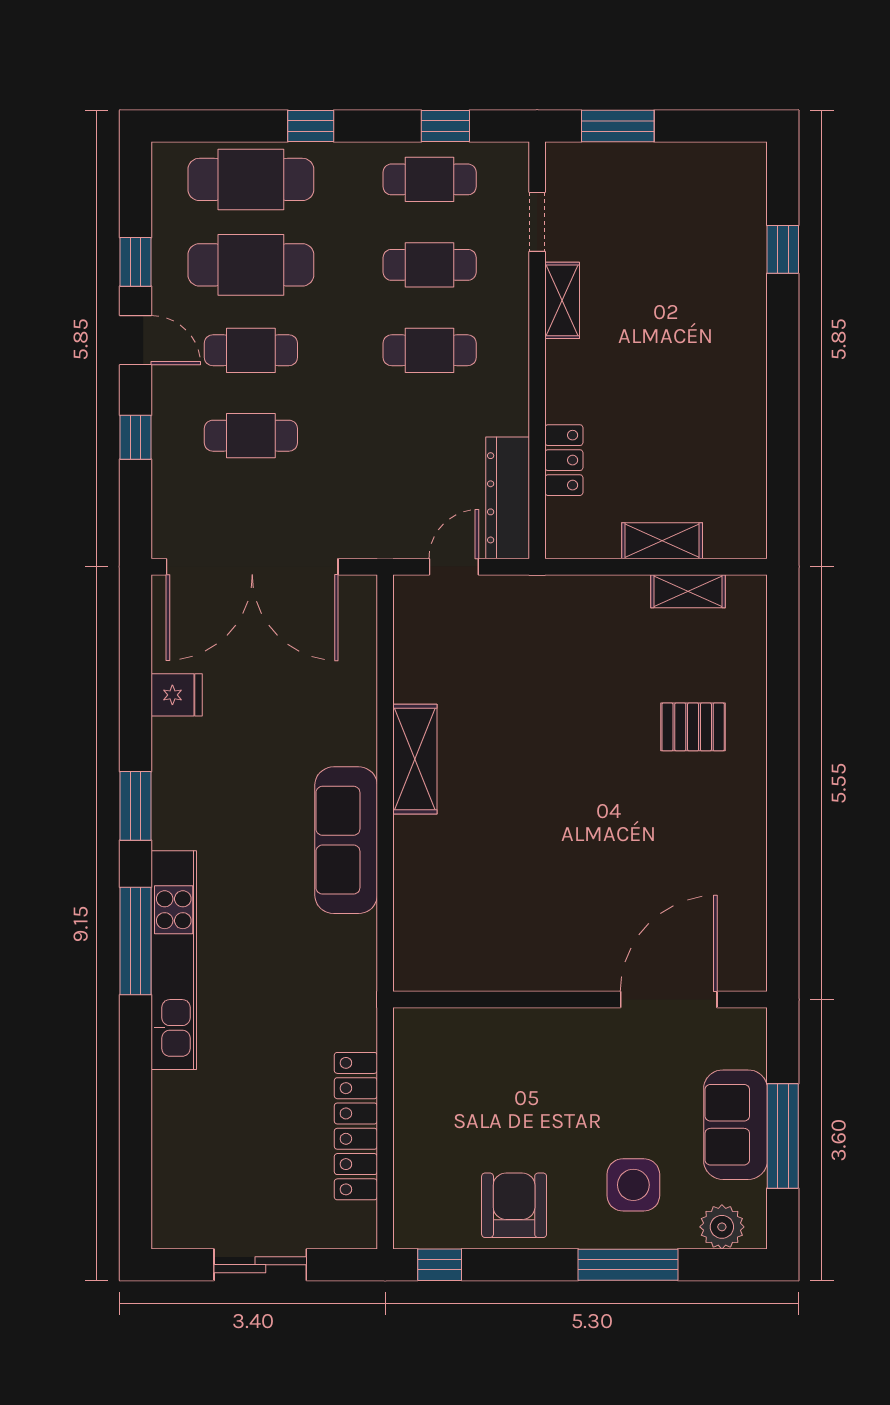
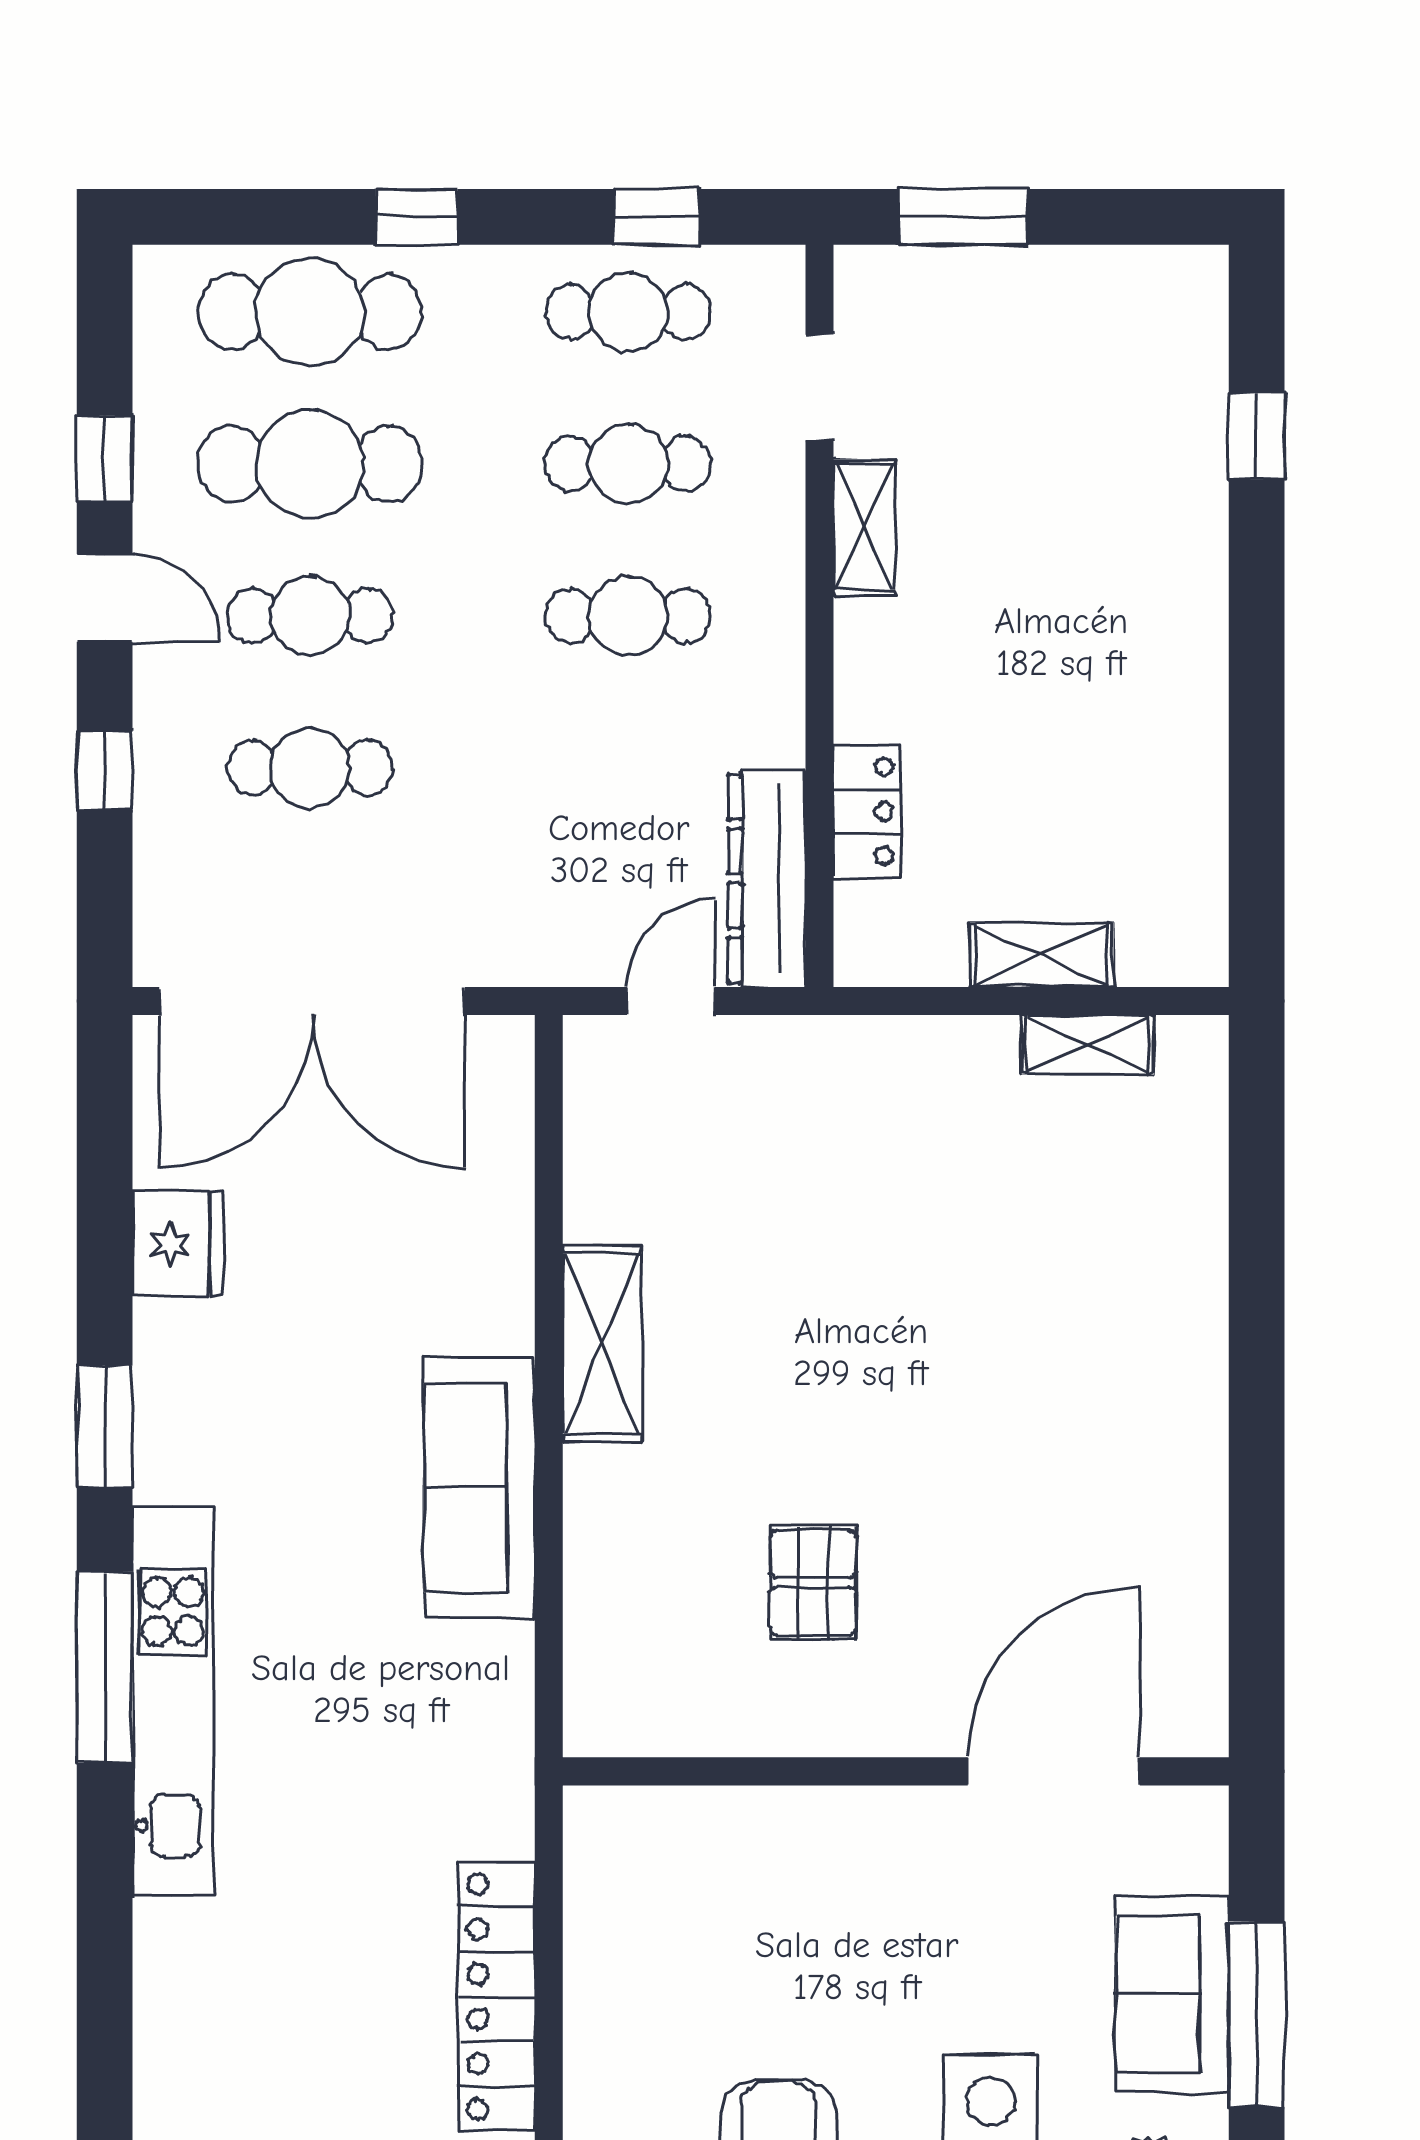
fridge: (177, 695) -> (178, 1244), width x1.38
pallet: (693, 727) -> (813, 1583), moved, turned 90

